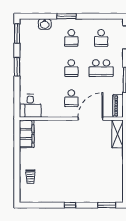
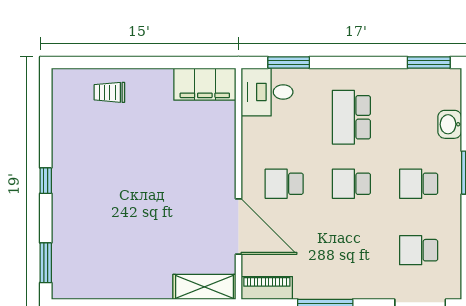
window: (17, 67) -> (289, 62), moved
school desk: (101, 68) -> (351, 117), moved

